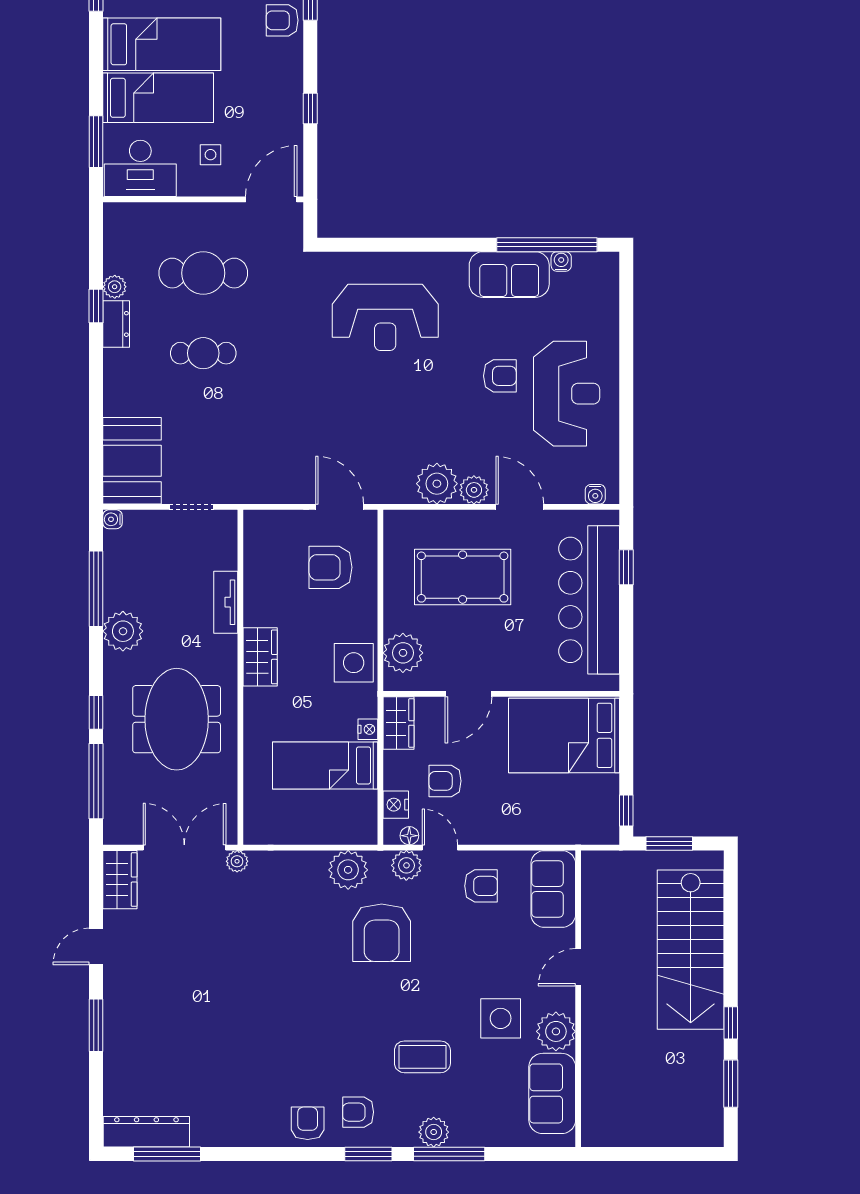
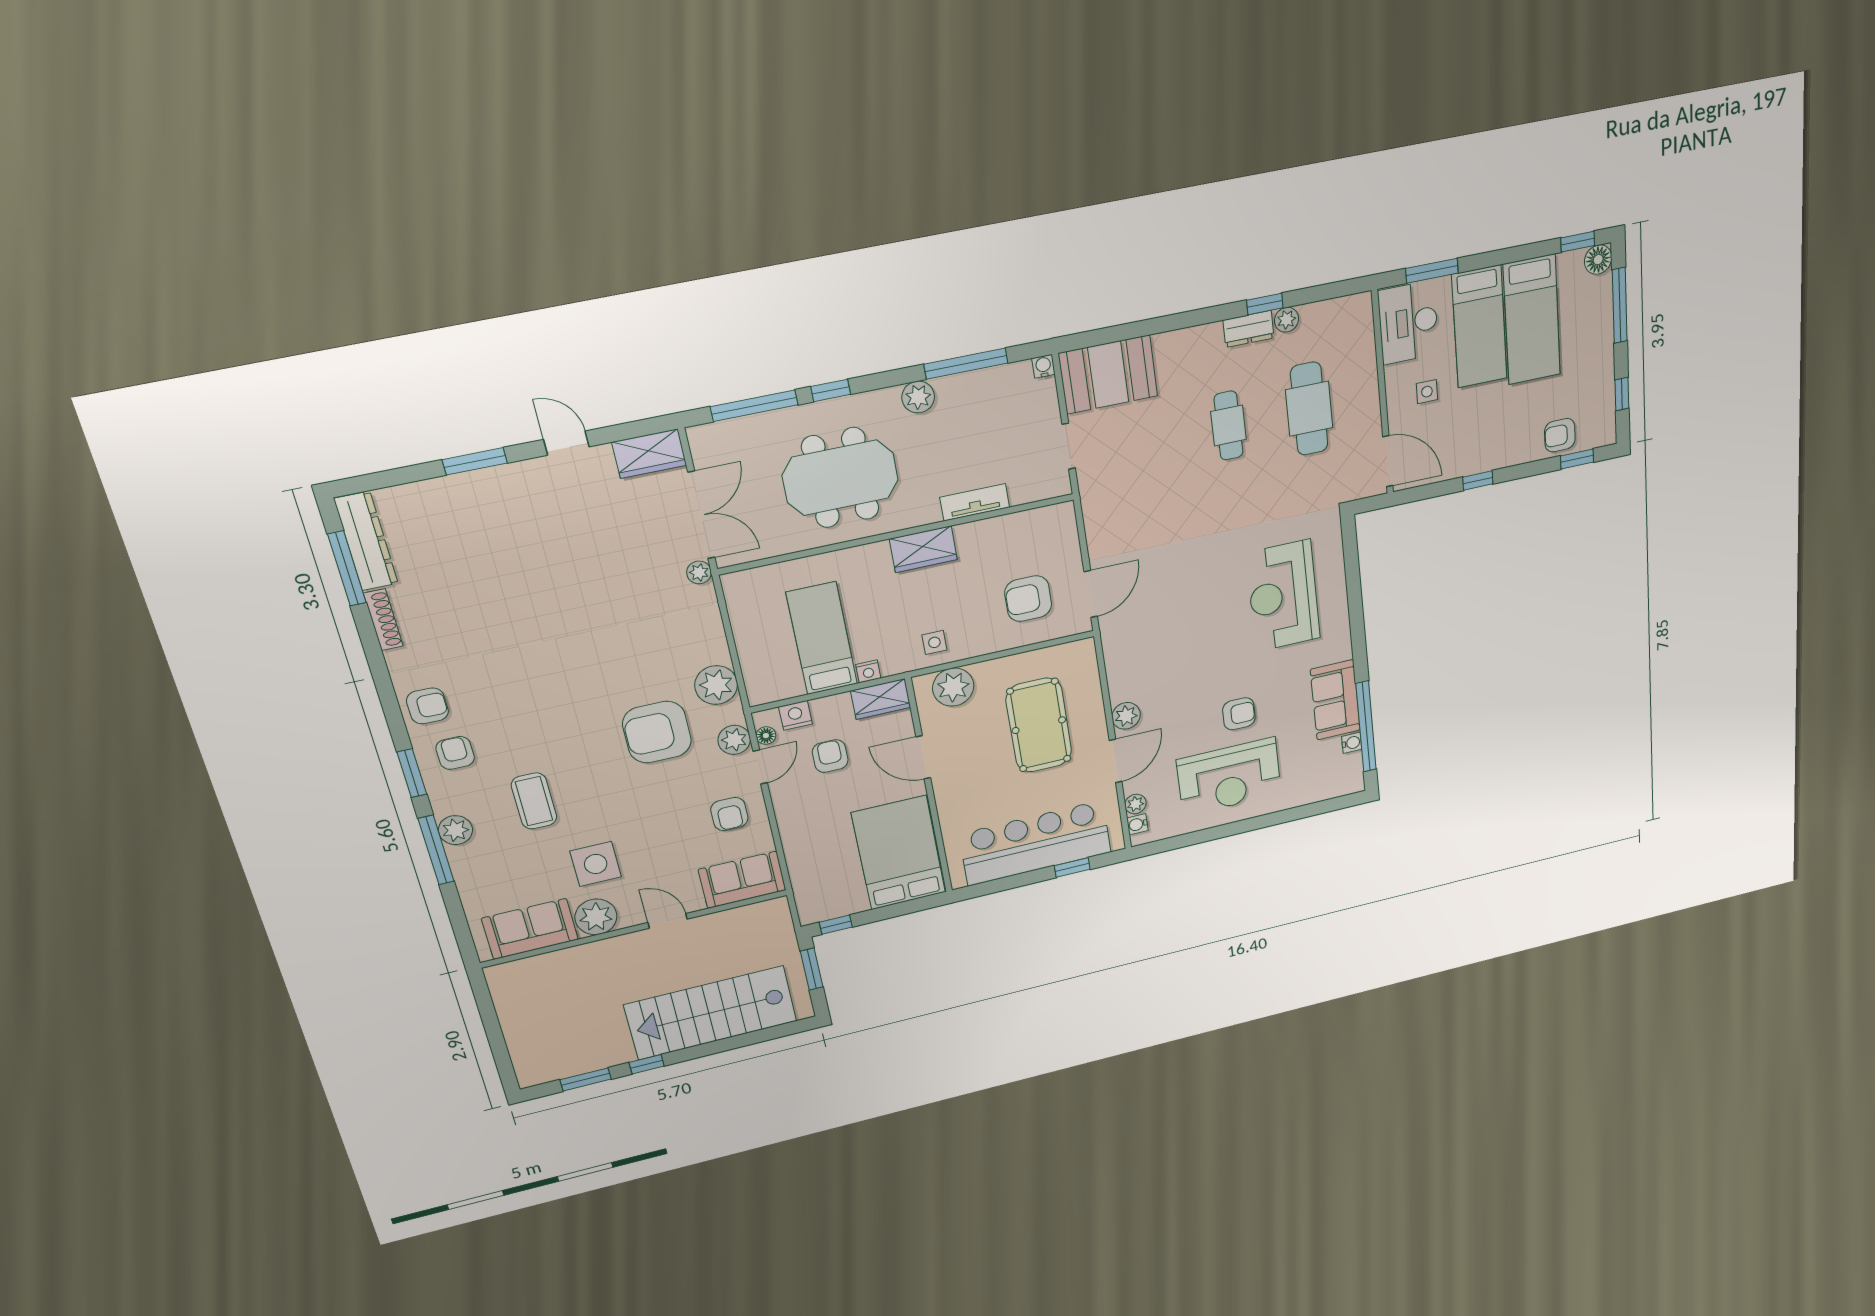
armchair: (282, 20) -> (1560, 435), turned -90
armchair: (500, 376) -> (1239, 714), turned -90
plant: (437, 484) -> (1135, 804), moved, width x0.53, depth x0.53
armchair: (331, 567) -> (1028, 599), turned -90
plant: (123, 631) -> (918, 397), width x0.73, depth x0.73
side table: (354, 663) -> (934, 642), width x0.54, depth x0.54
shoe rack: (219, 1138) -> (383, 620), added

